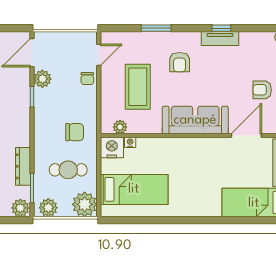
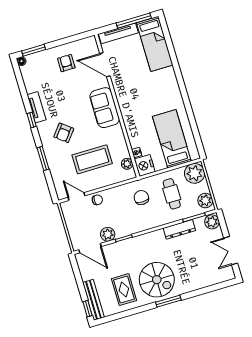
window: (221, 28) -> (32, 120), moved
armchair: (180, 62) -> (64, 133), turned 128
armchair: (262, 90) -> (66, 63), turned 180
sofa: (195, 120) -> (105, 108), width x0.73

